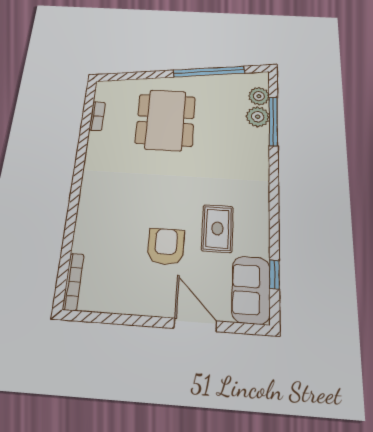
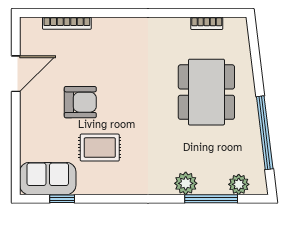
plant: (258, 117) -> (186, 183), moved
dining table: (165, 120) -> (206, 92), turned 90
bookcase: (73, 282) -> (67, 23), moved
door: (195, 325) -> (16, 74), moved

